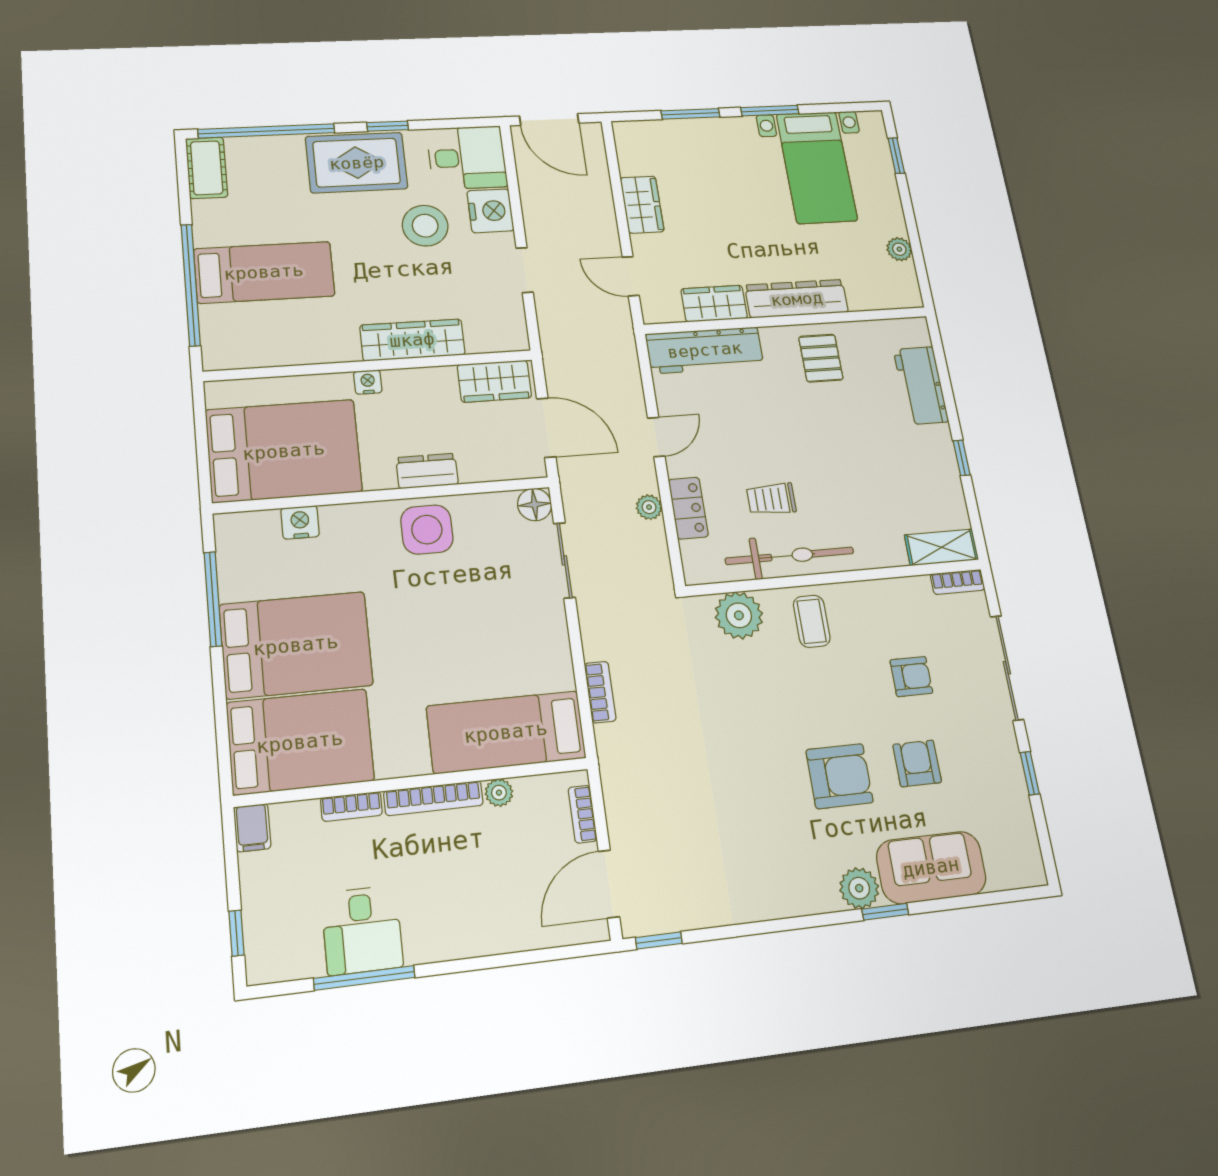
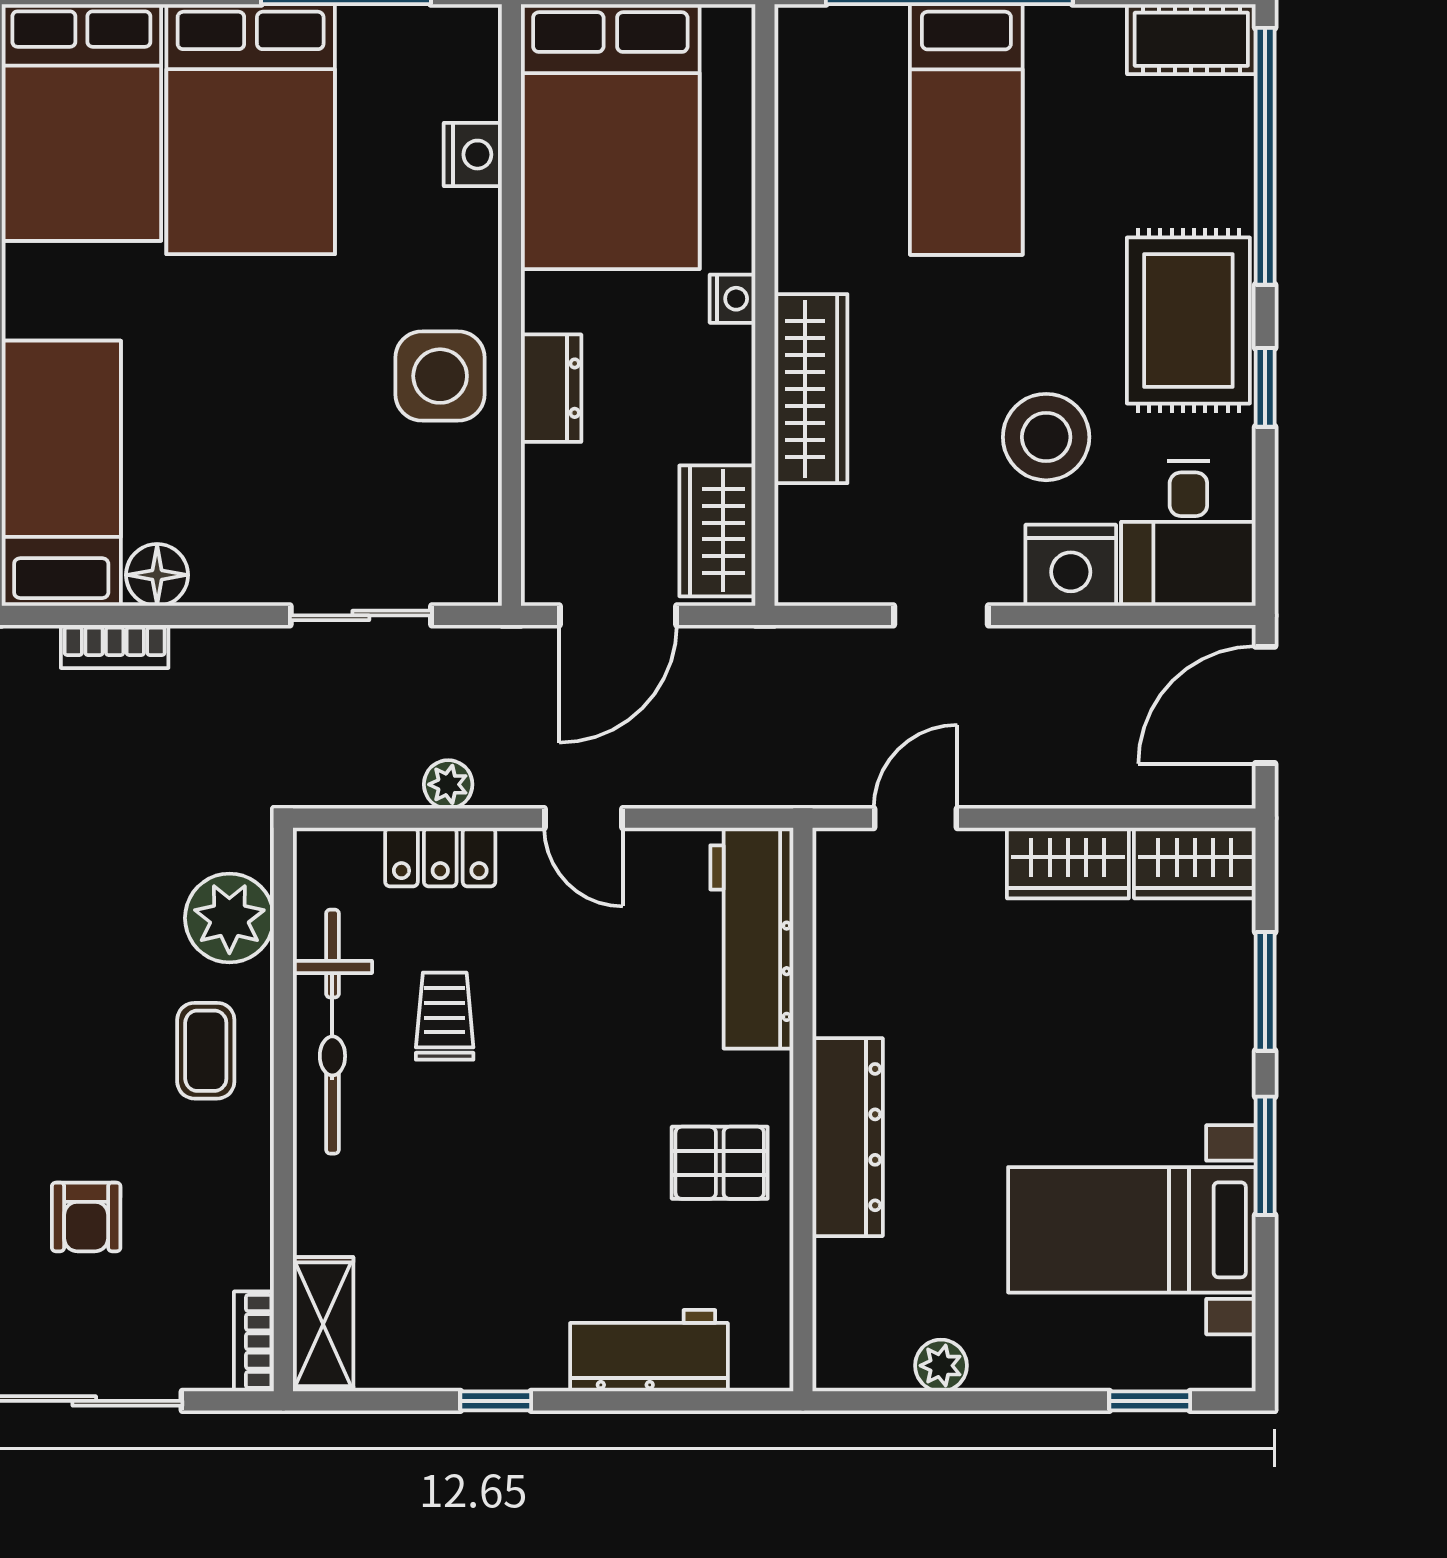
wardrobe: (714, 304) -> (1195, 863), moved, turned 90
floor lamp: (535, 505) -> (157, 575), moved
coffee table: (812, 621) -> (206, 1051), turned 90

